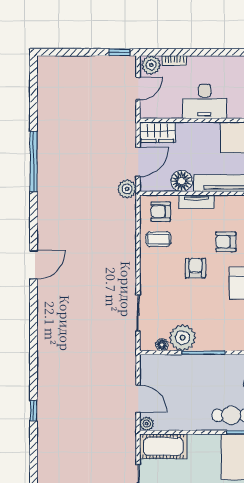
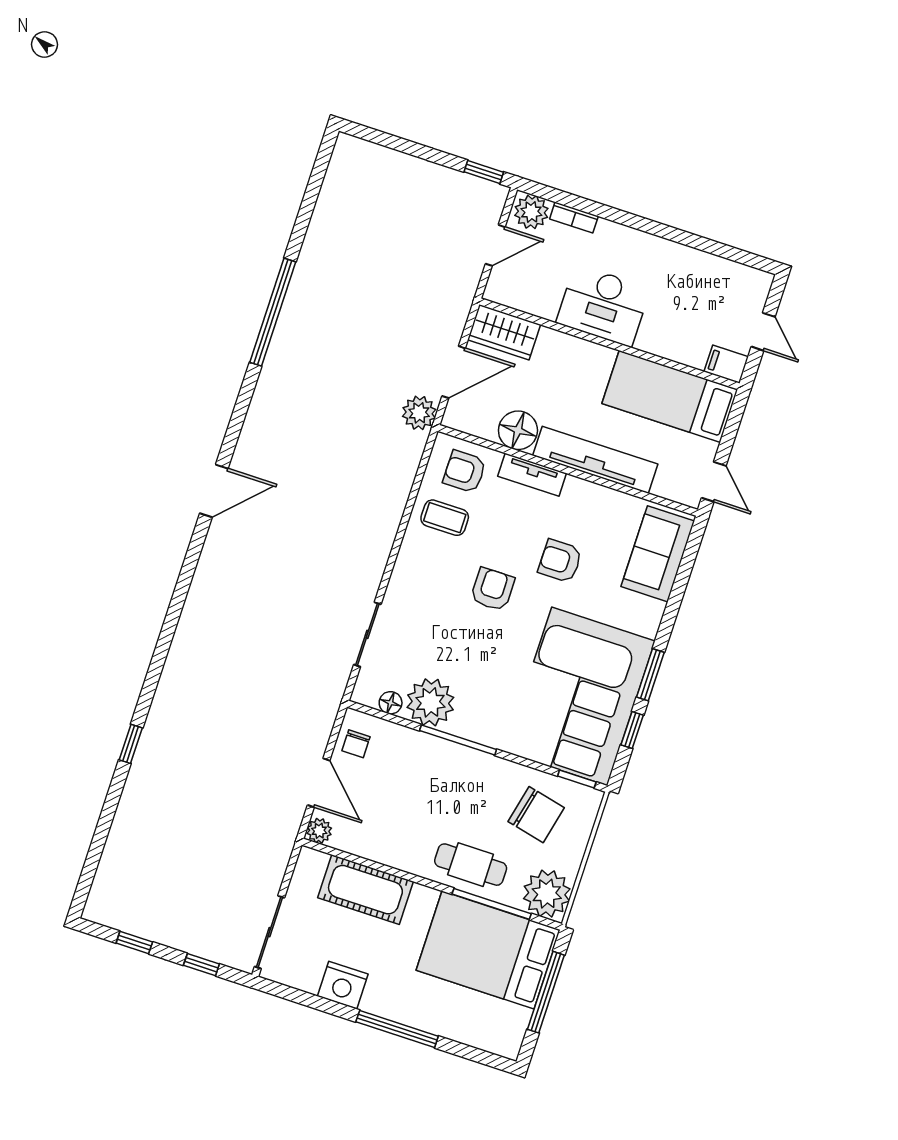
chair: (151, 372) -> (356, 744), added
cot: (163, 446) -> (365, 890), moved

